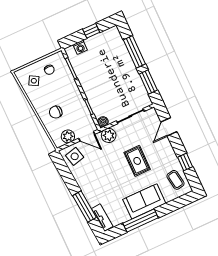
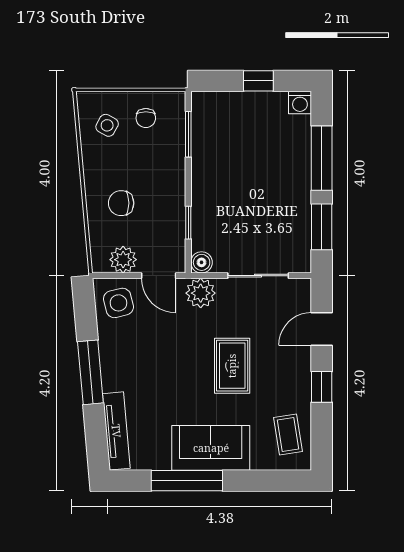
washing machine: (80, 47) -> (300, 102), moved
window: (185, 162) -> (322, 387), moved
window: (84, 207) -> (90, 372), moved
tv unit: (102, 218) -> (116, 431), width x1.41

